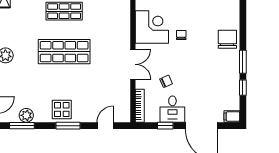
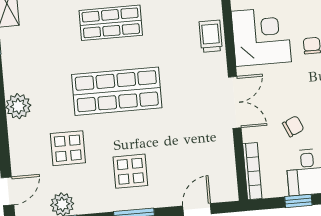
trolley: (122, 24) -> (211, 36), added
display table: (32, 83) -> (68, 148), added
display table: (62, 110) -> (130, 171), moved

